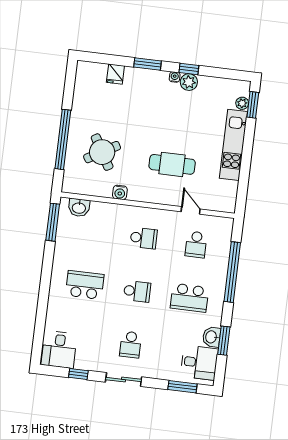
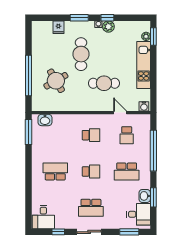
cafe table: (144, 118) -> (81, 54), added
water cooler: (120, 192) -> (144, 106), moved
school desk: (131, 345) -> (91, 208), width x1.85

